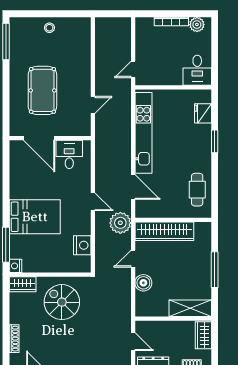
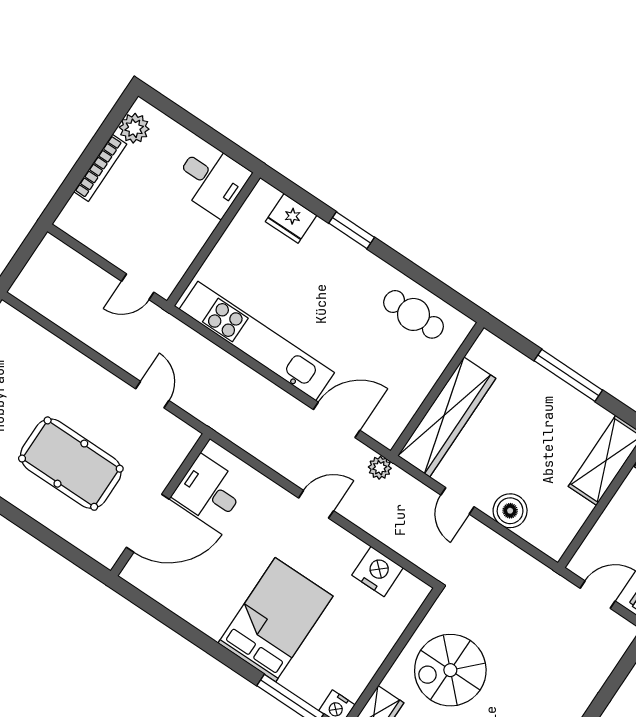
door: (133, 69) -> (138, 287), hinge flipped
plant: (120, 223) -> (380, 468), width x0.53, depth x0.53

